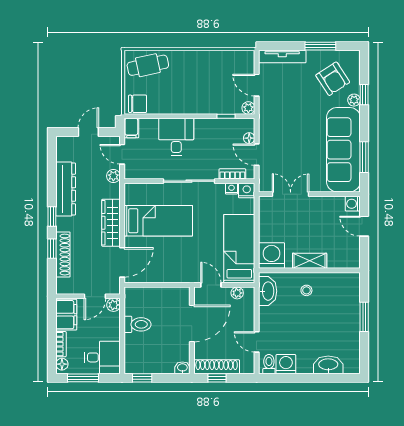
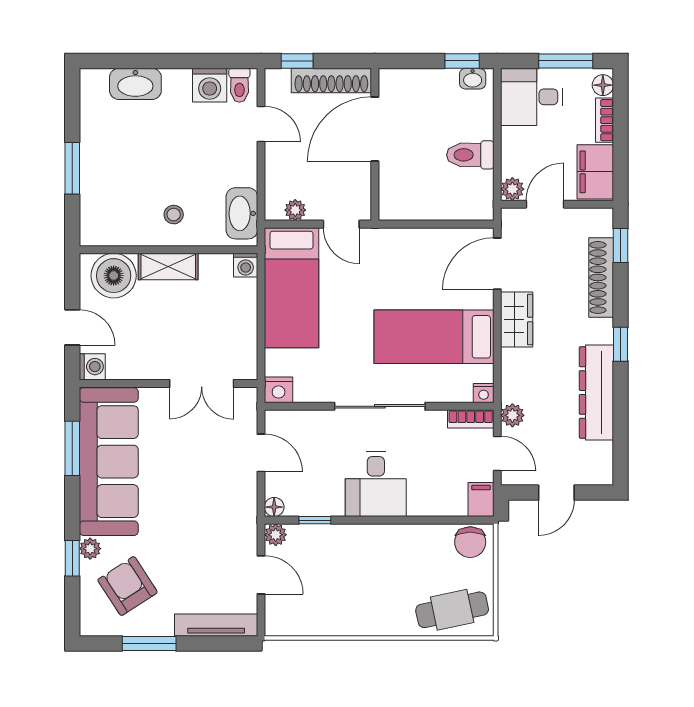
chair: (137, 104) -> (470, 542), turned -90
desk: (176, 137) -> (376, 484), moved
floor lamp: (249, 138) -> (274, 507), moved
bookcase: (232, 174) -> (471, 419), moved
nightstand: (231, 189) -> (484, 393), moved
wardrobe: (111, 223) -> (517, 320), width x0.67
window: (52, 249) -> (621, 246), moved
washing machine: (271, 256) -> (246, 265), width x0.53, depth x0.53
boiler: (341, 256) -> (114, 276), added
door: (192, 323) -> (375, 129), moved
washbasin: (182, 368) -> (473, 79), moved
window: (217, 378) -> (297, 61), moved

